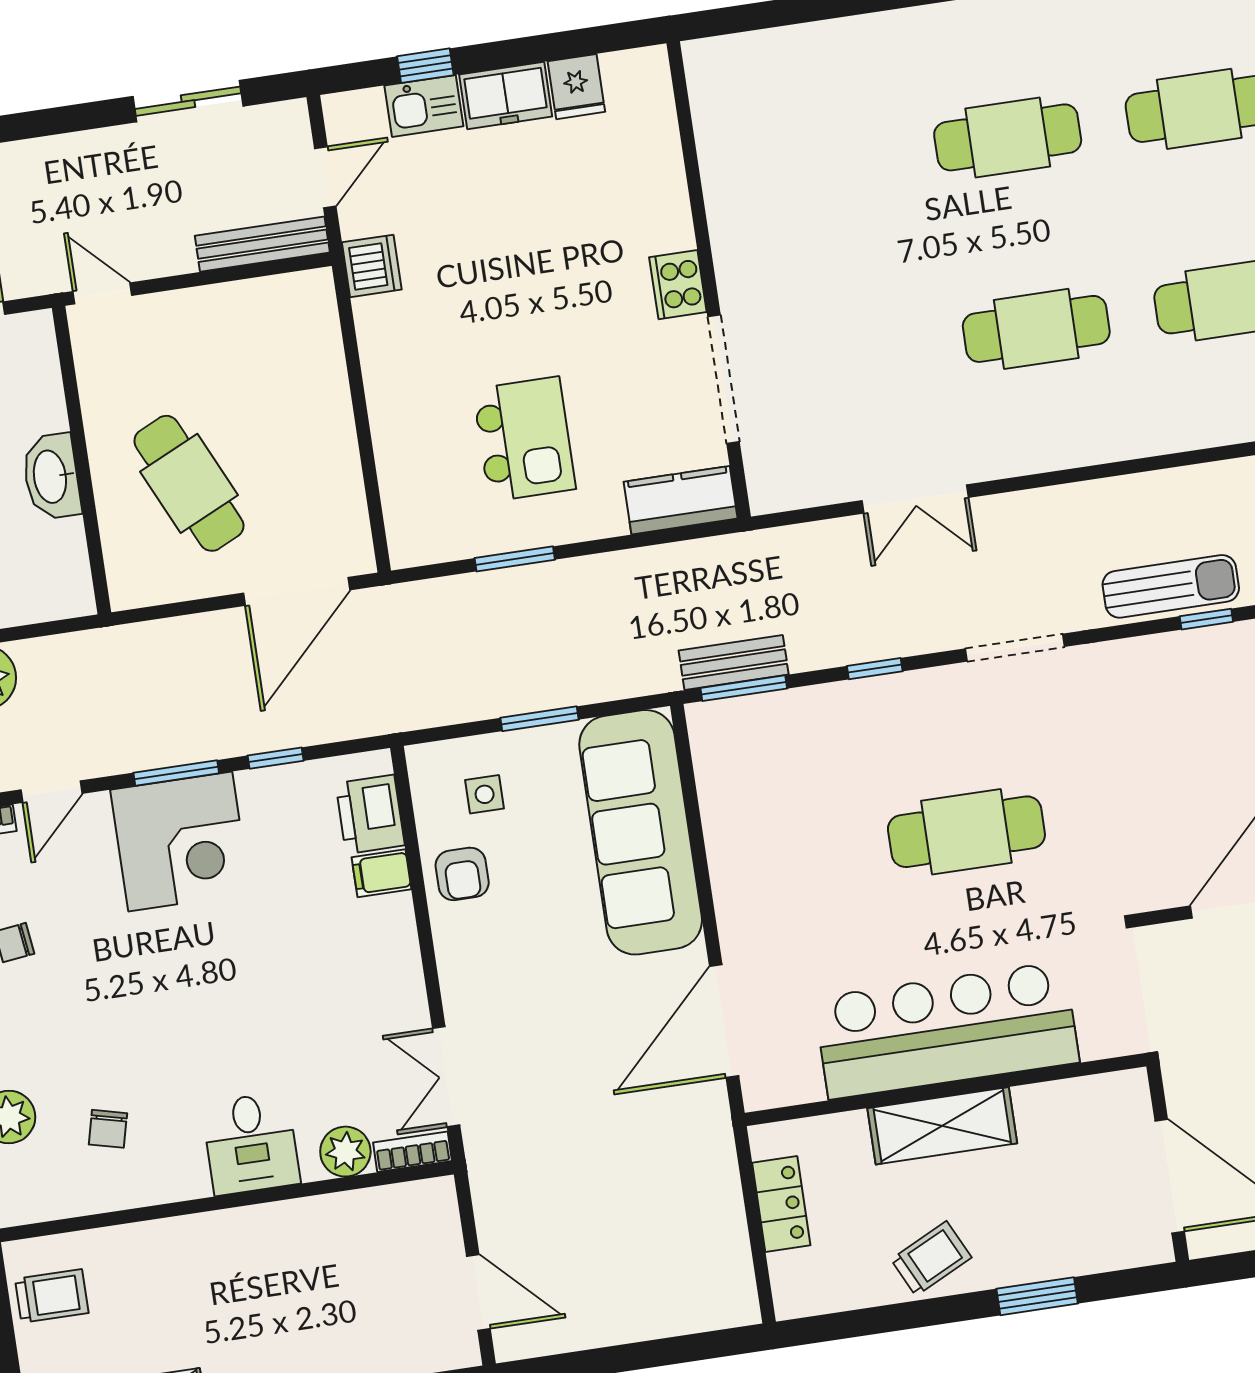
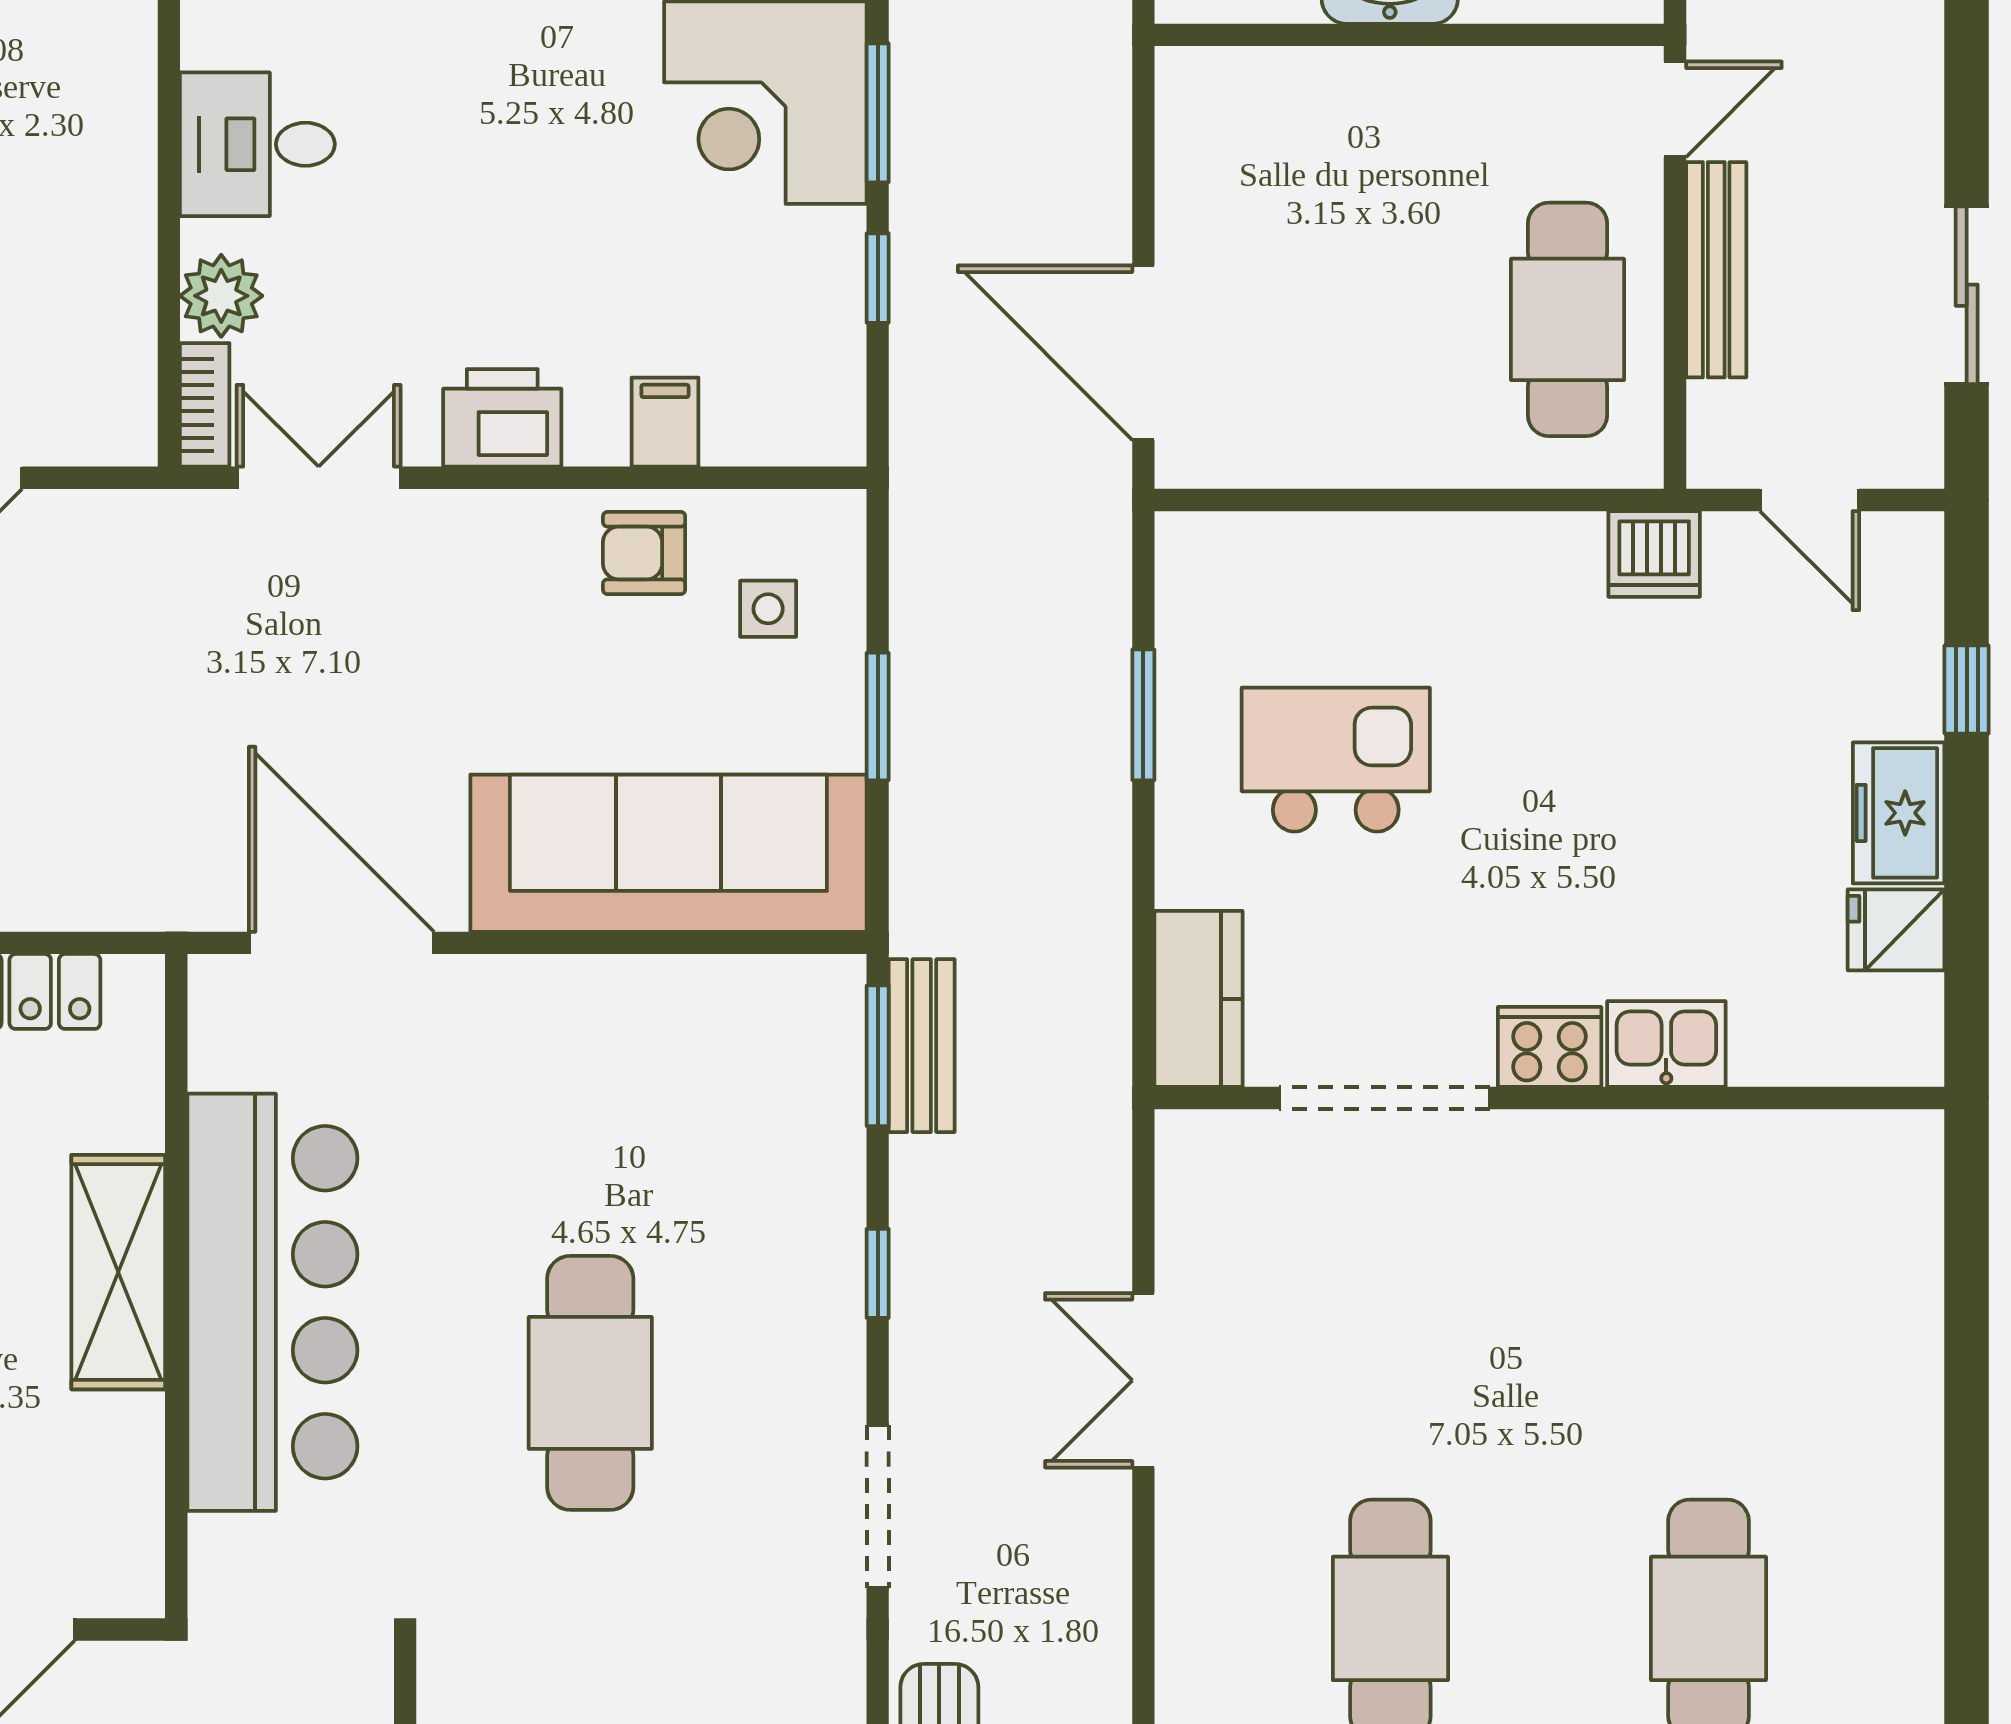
kitchen sink: (424, 106) -> (1666, 1044), moved, turned 90
bench: (262, 244) -> (1716, 270), moved
kitchen island: (524, 439) -> (1336, 760), turned 180
cafe table: (189, 483) -> (1568, 319), moved, turned -65
printer: (370, 814) -> (502, 418), moved

